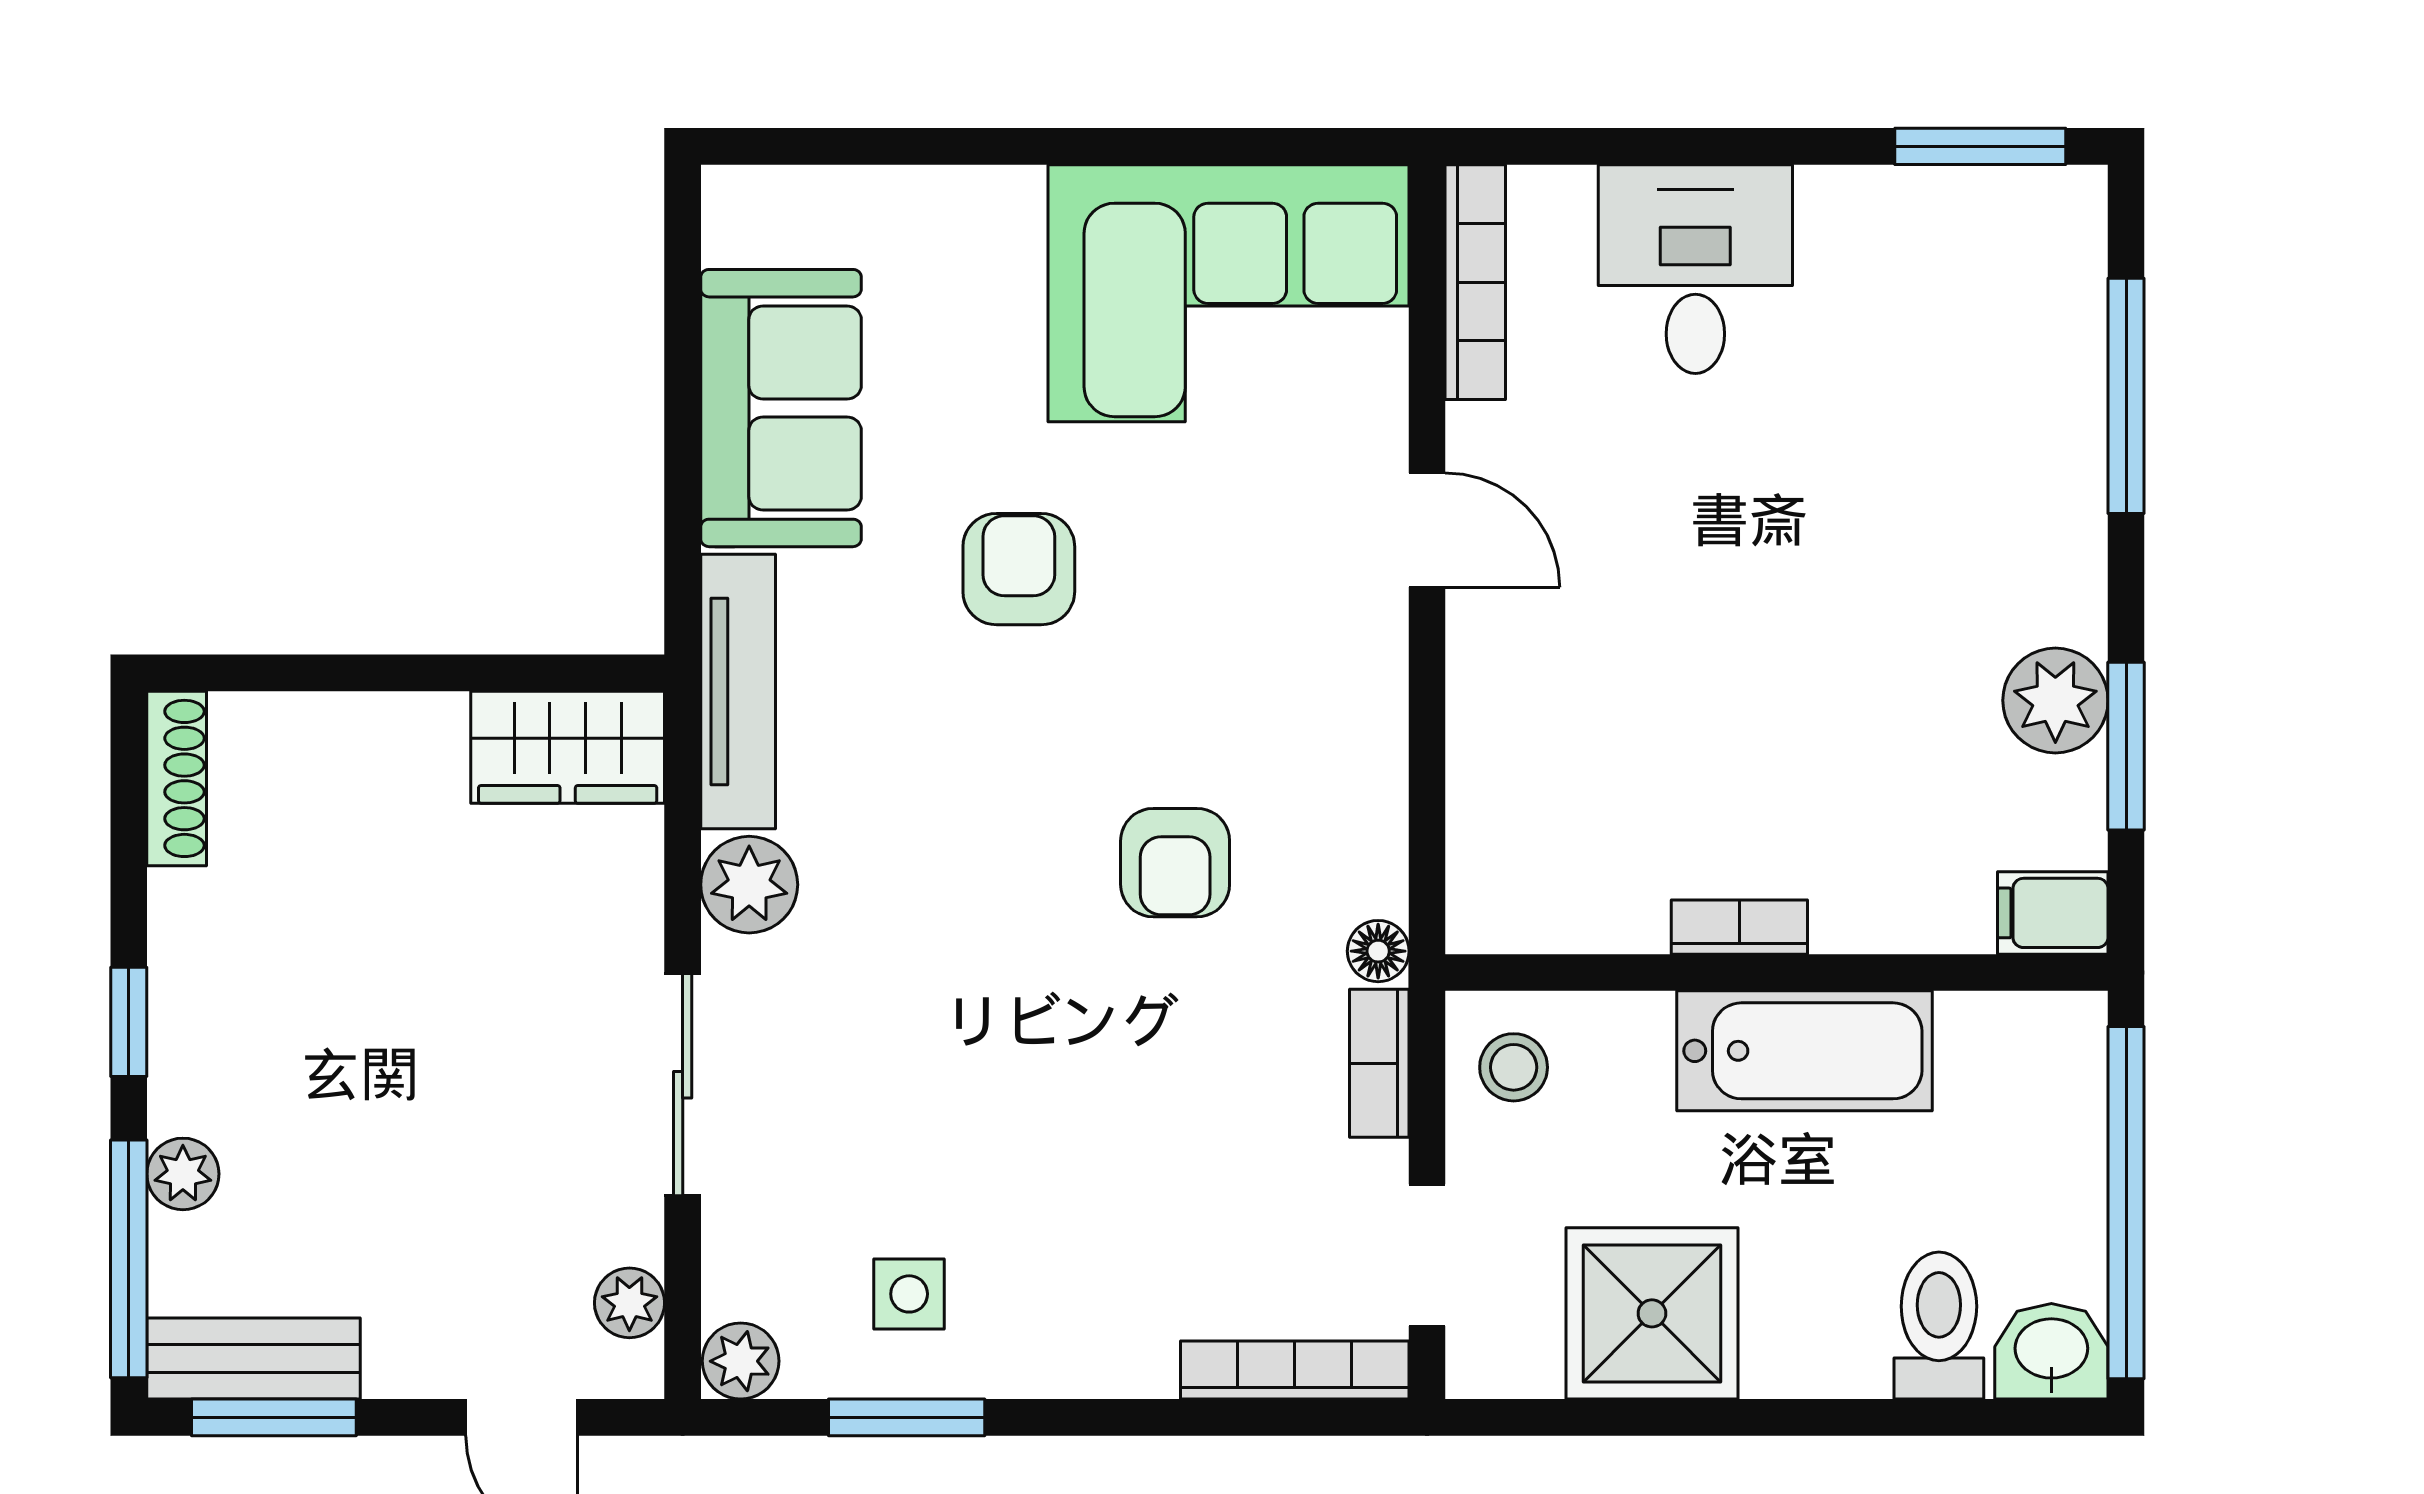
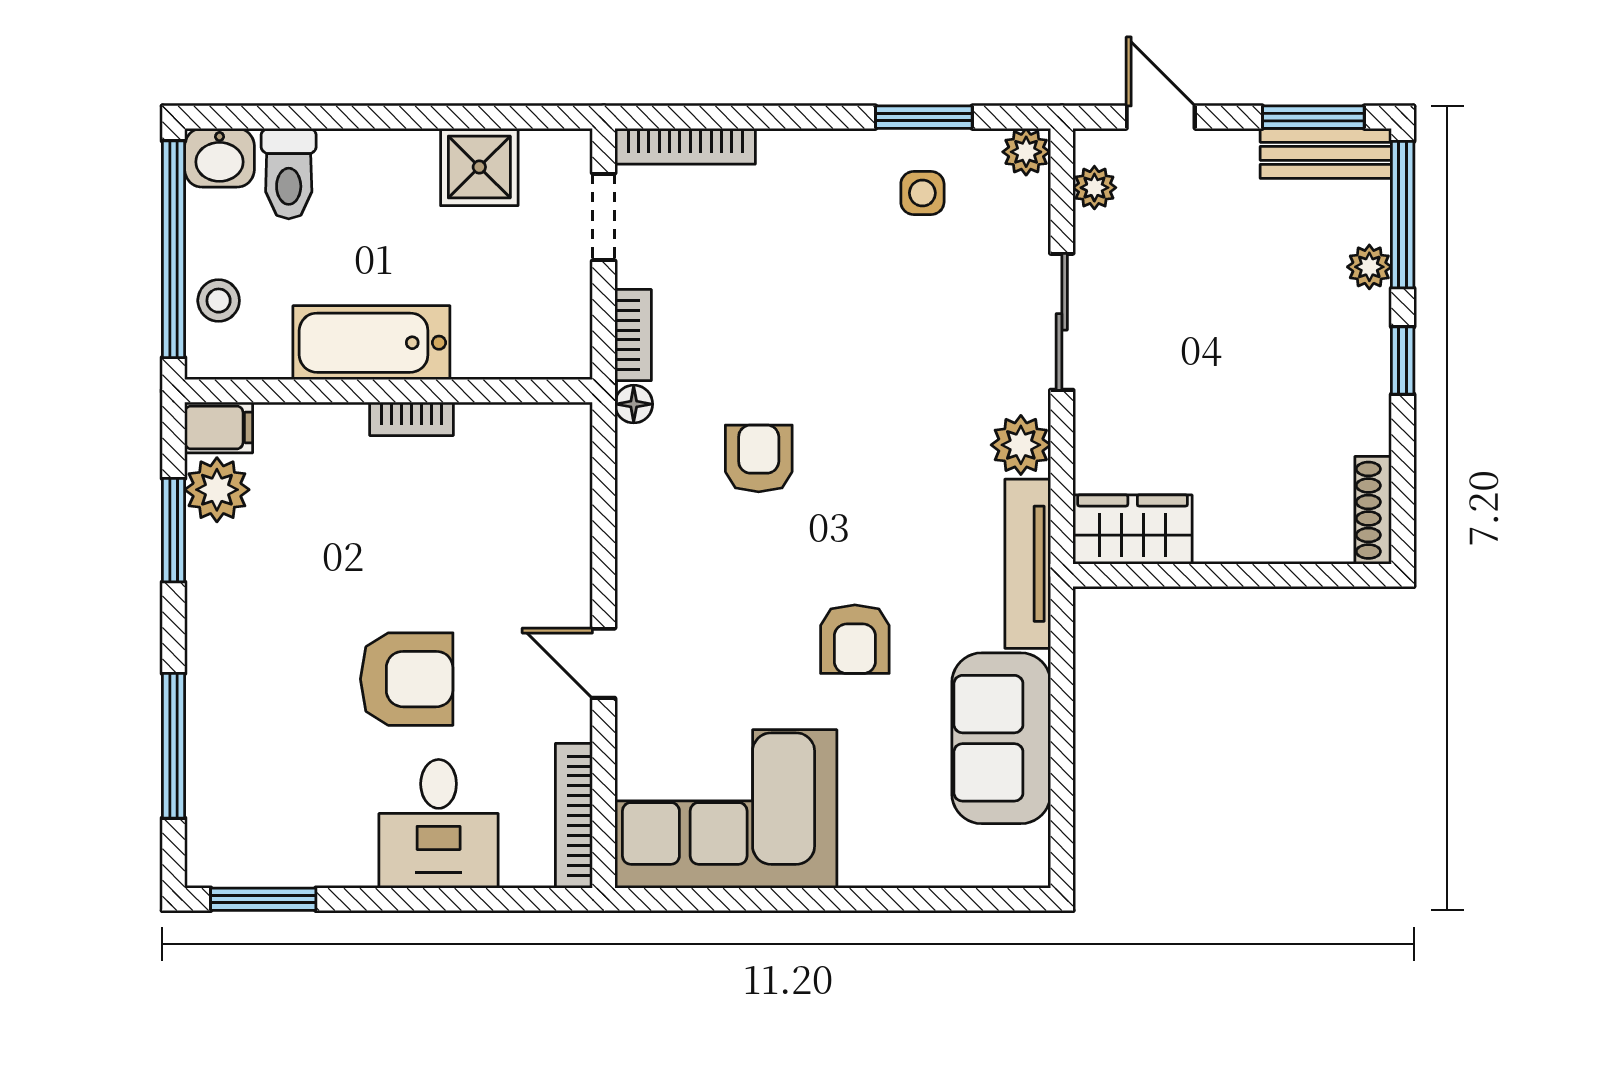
armchair: (1747, 504) -> (407, 679), added
plant: (2055, 700) -> (217, 490), moved
stool: (1514, 1067) -> (219, 301), moved
shower: (1652, 1313) -> (479, 167), width x0.73, depth x0.73

